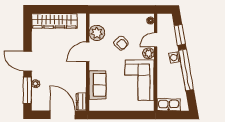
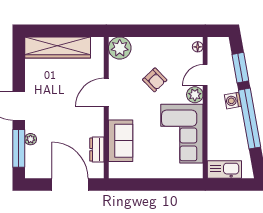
plant: (97, 33) -> (120, 48), moved
dresser: (81, 102) -> (97, 150), moved

